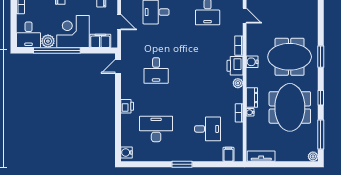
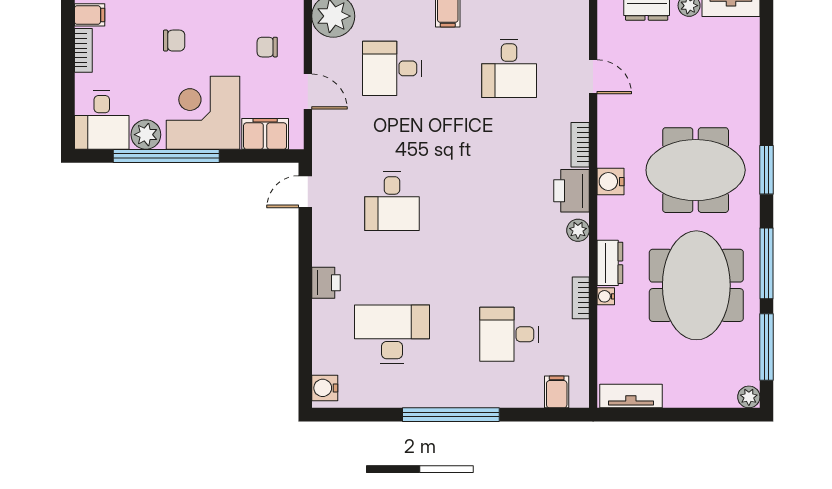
window: (321, 98) -> (766, 263), width x2.17
desk: (208, 129) -> (509, 334), turned 180
window: (182, 164) -> (451, 415), width x2.11

